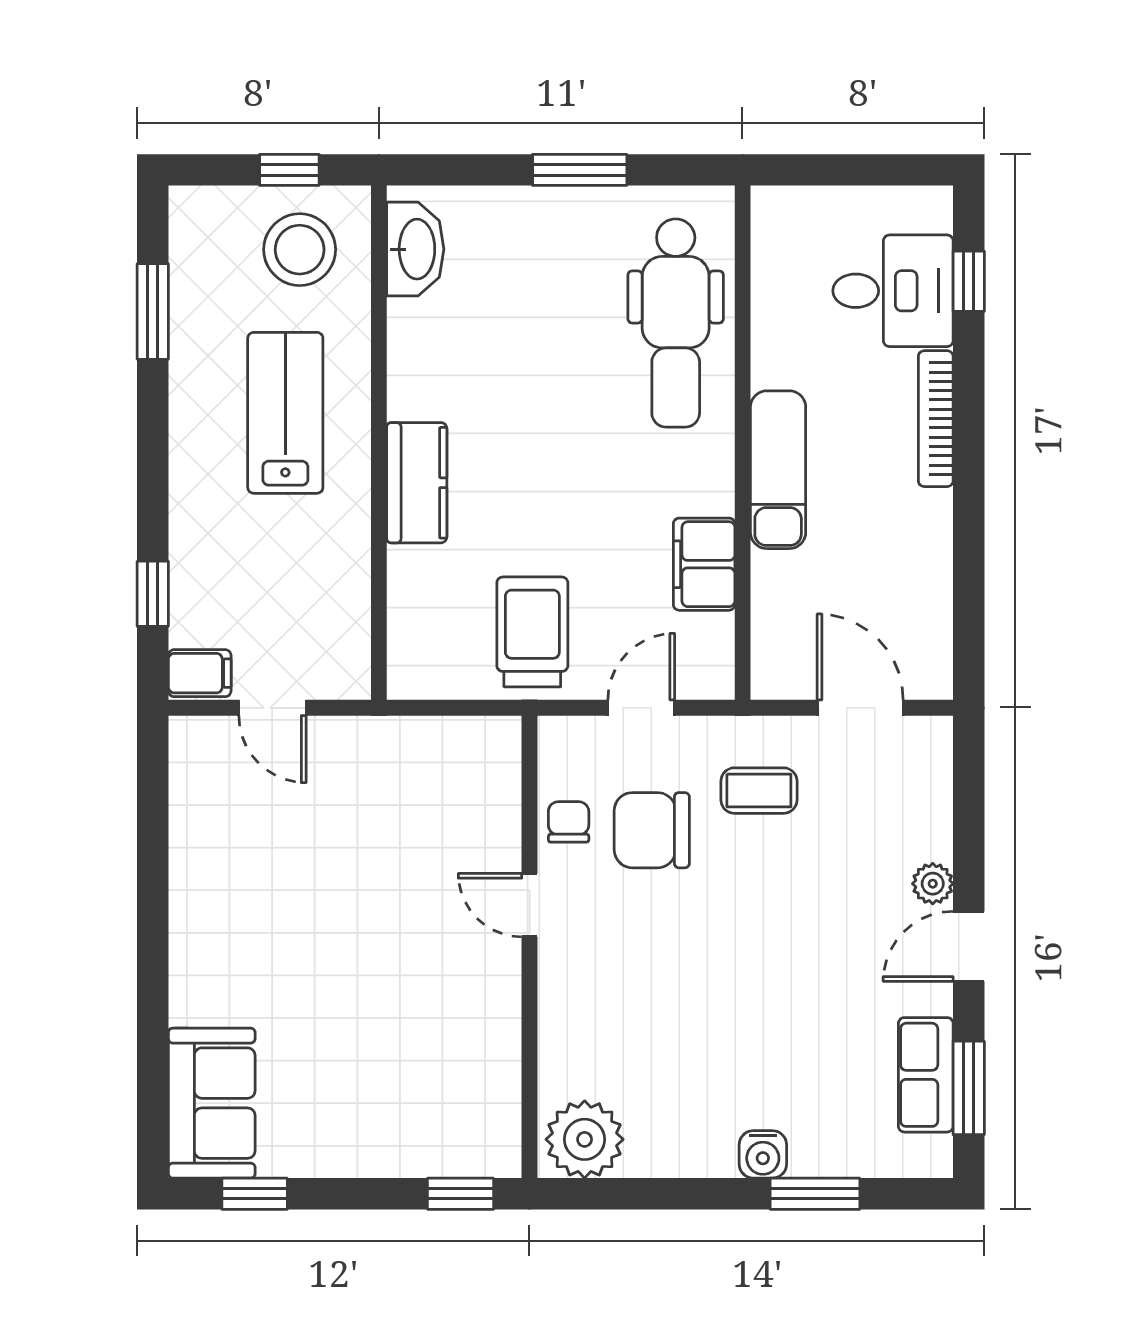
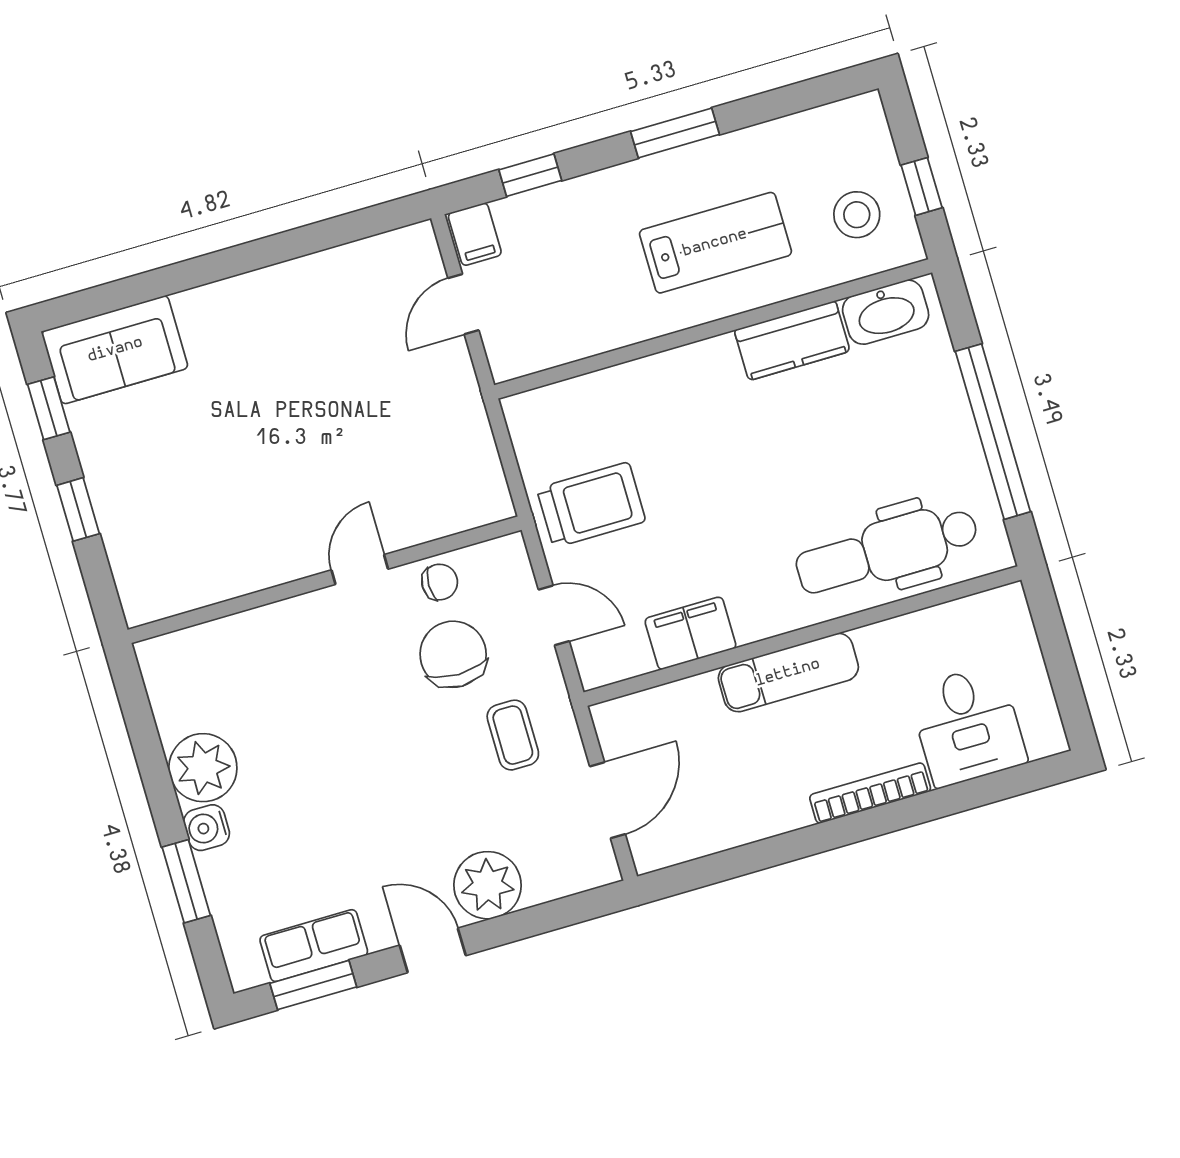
window: (580, 170) -> (993, 432), width x2.11
stool: (300, 250) -> (857, 215), width x0.73, depth x0.73
window: (969, 281) -> (994, 787), removed
window: (153, 311) -> (675, 133), moved
kitchen counter: (417, 483) -> (792, 341), moved
plant: (933, 884) -> (488, 885), width x1.88, depth x1.88
plant: (585, 1139) -> (203, 768), moved
window: (461, 1194) -> (78, 509), moved

